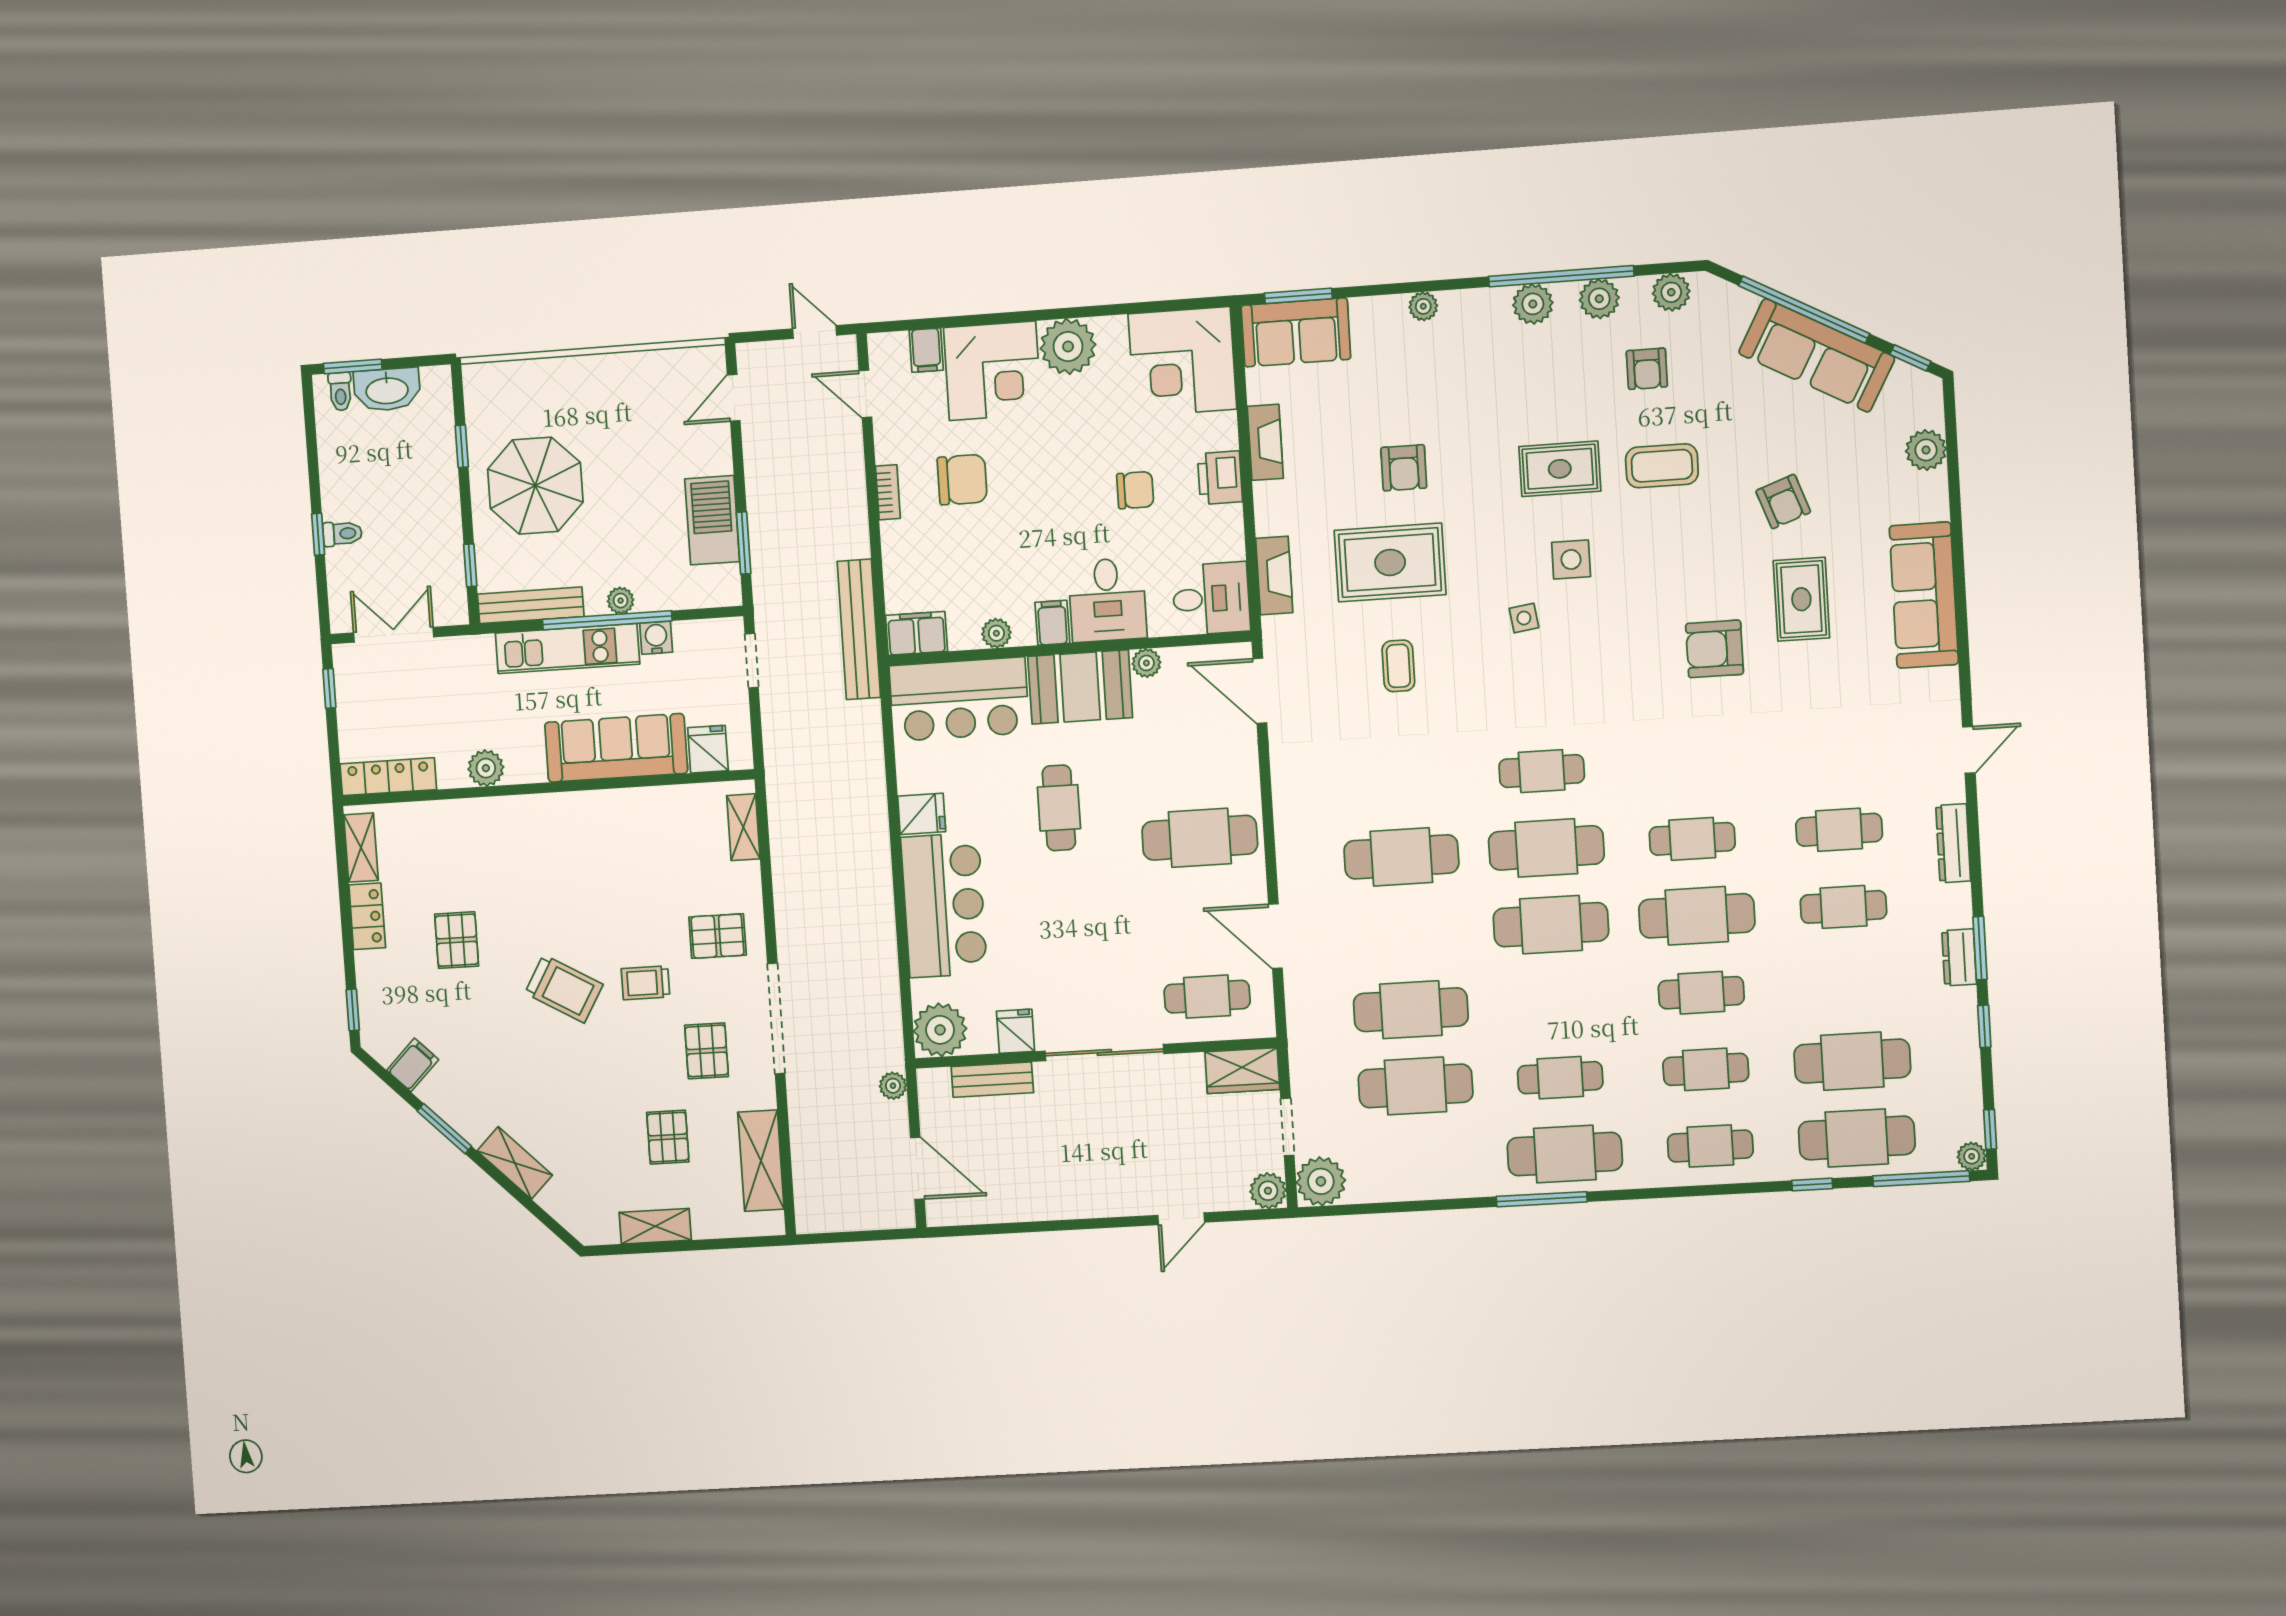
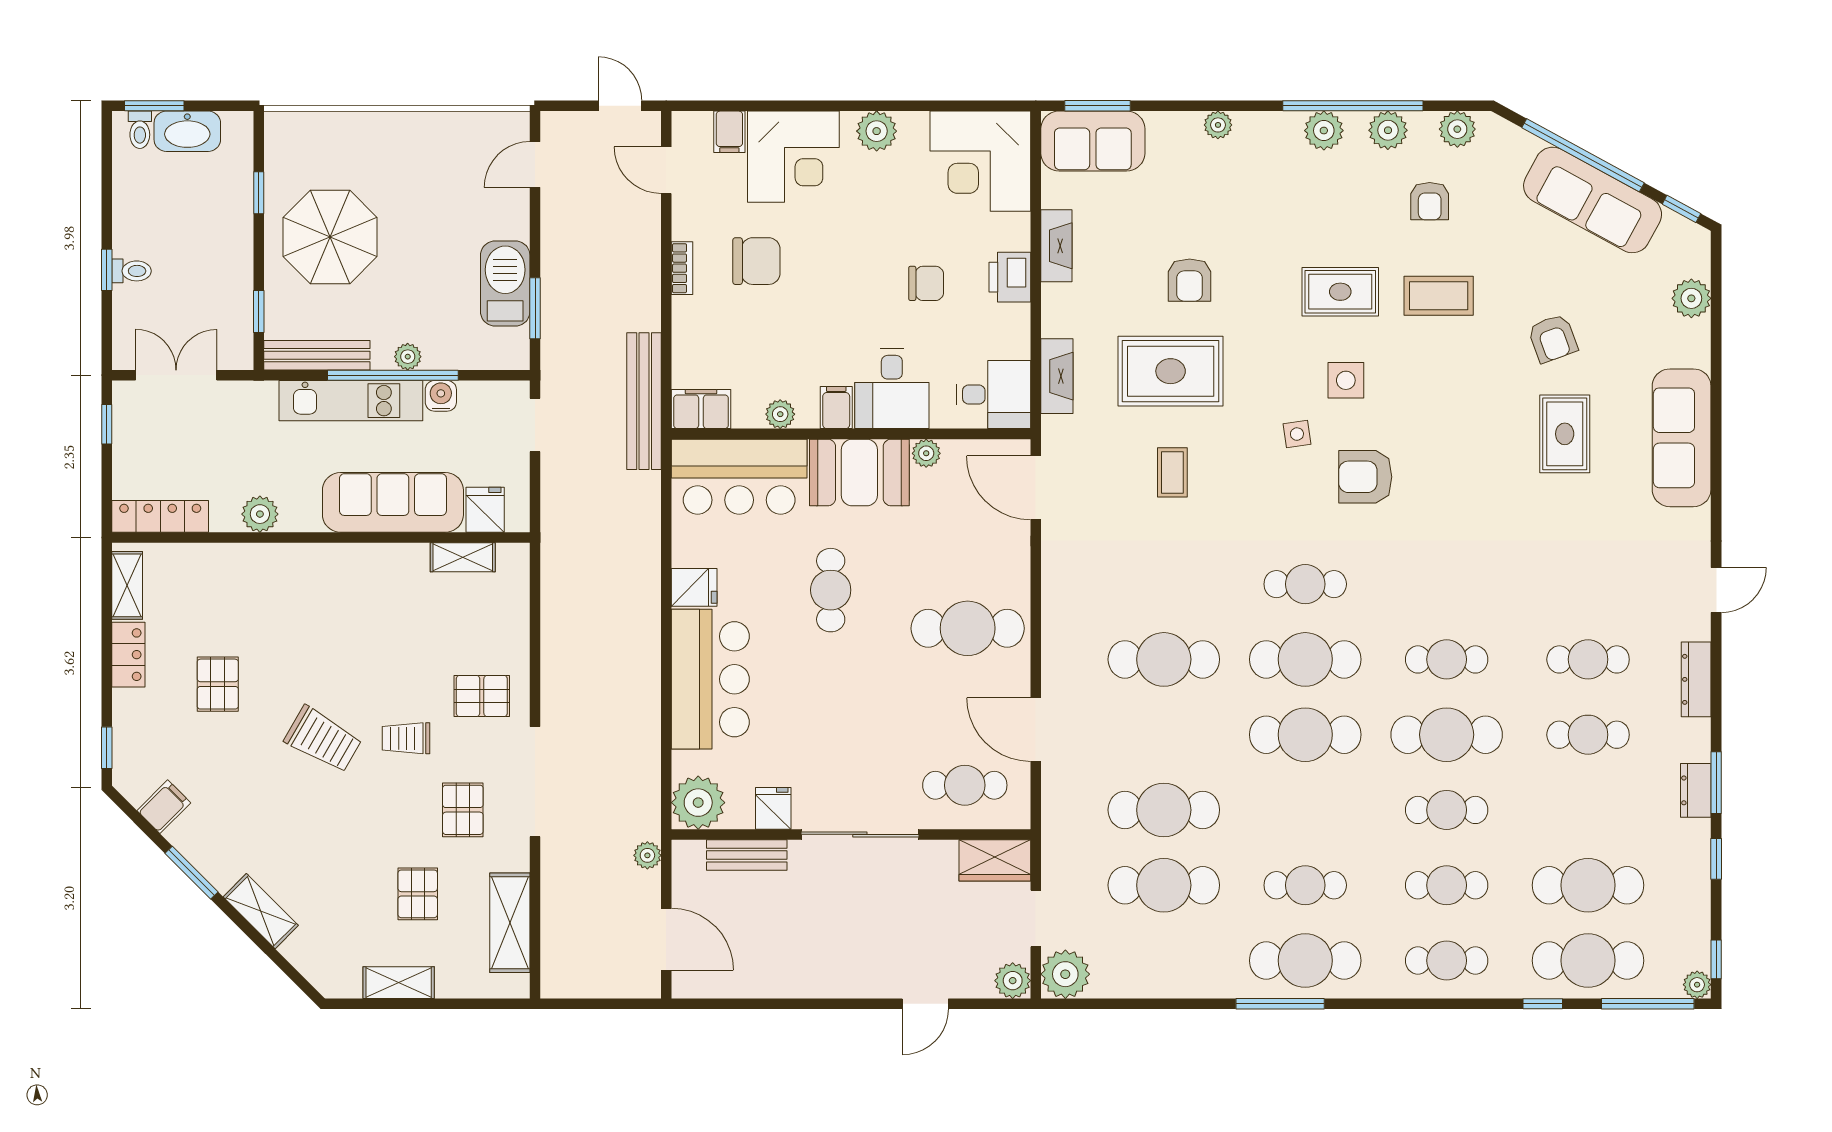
plant: (1068, 346) -> (877, 131), width x0.73, depth x0.73
armchair: (1715, 649) -> (1365, 477), moved
shelving: (743, 827) -> (463, 557), moved, turned 90

